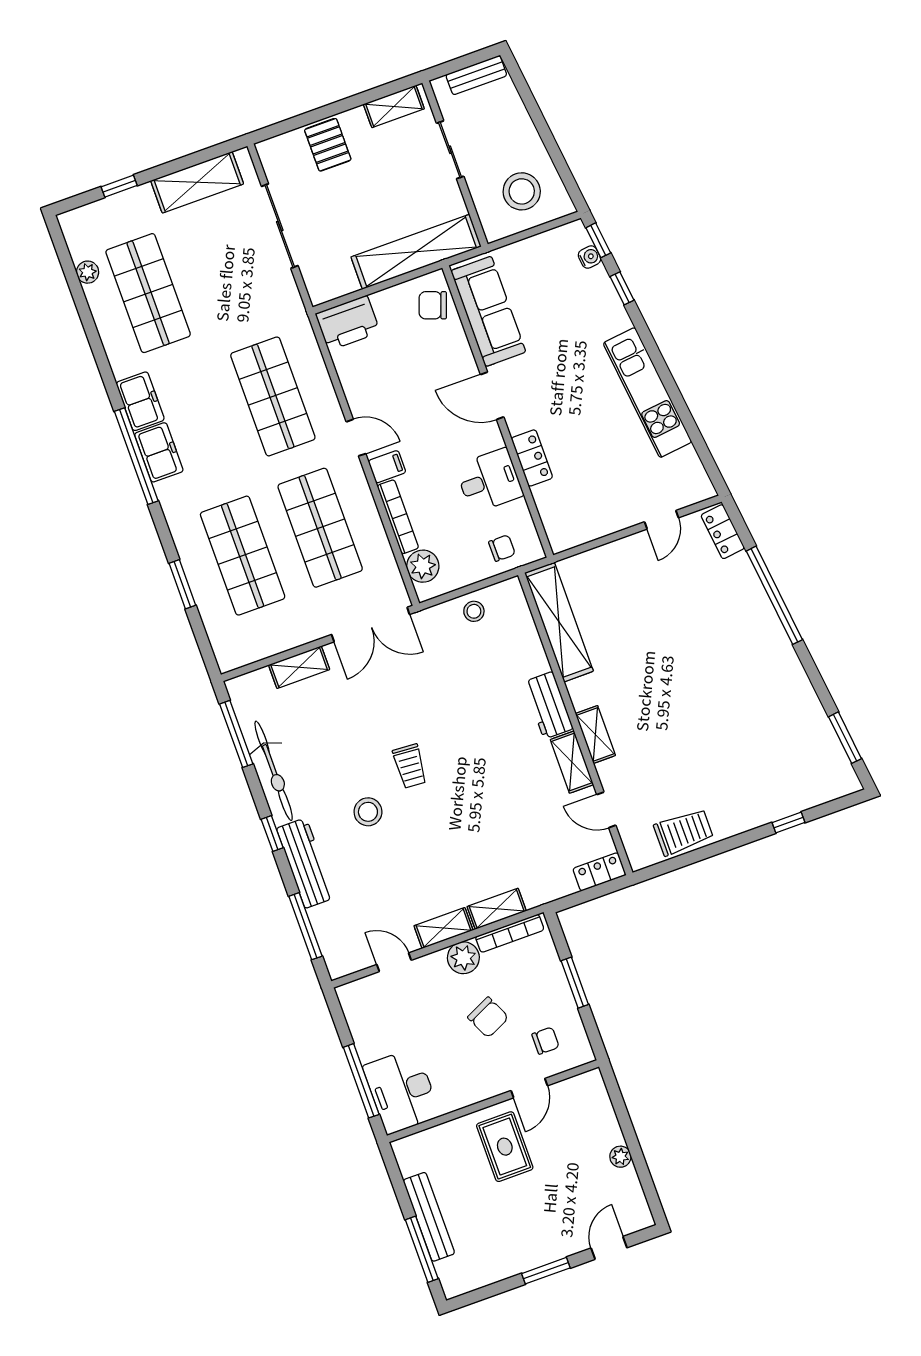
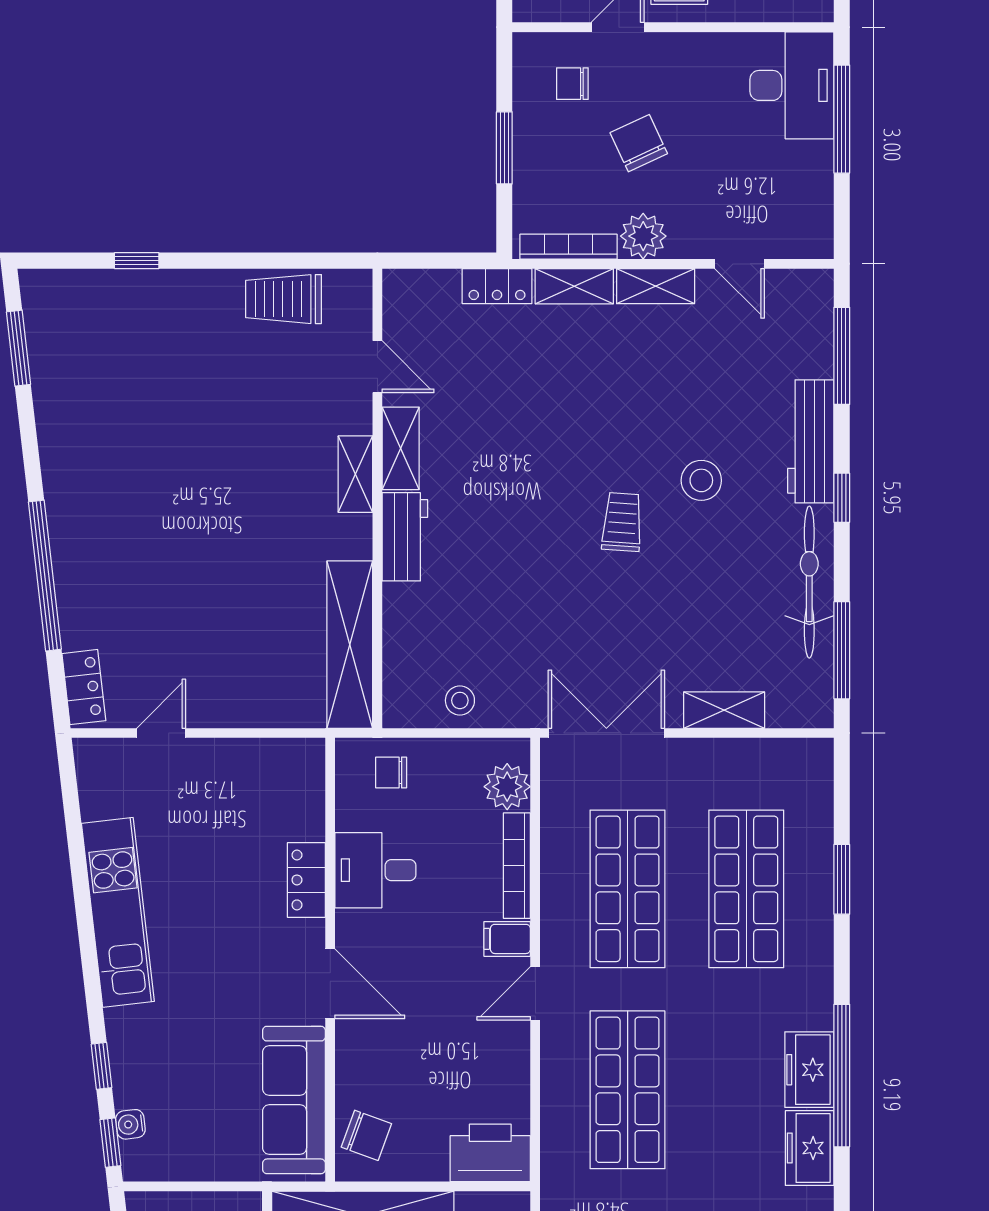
door: (356, 438) -> (535, 993), hinge flipped
locker: (599, 872) -> (497, 286), moved

